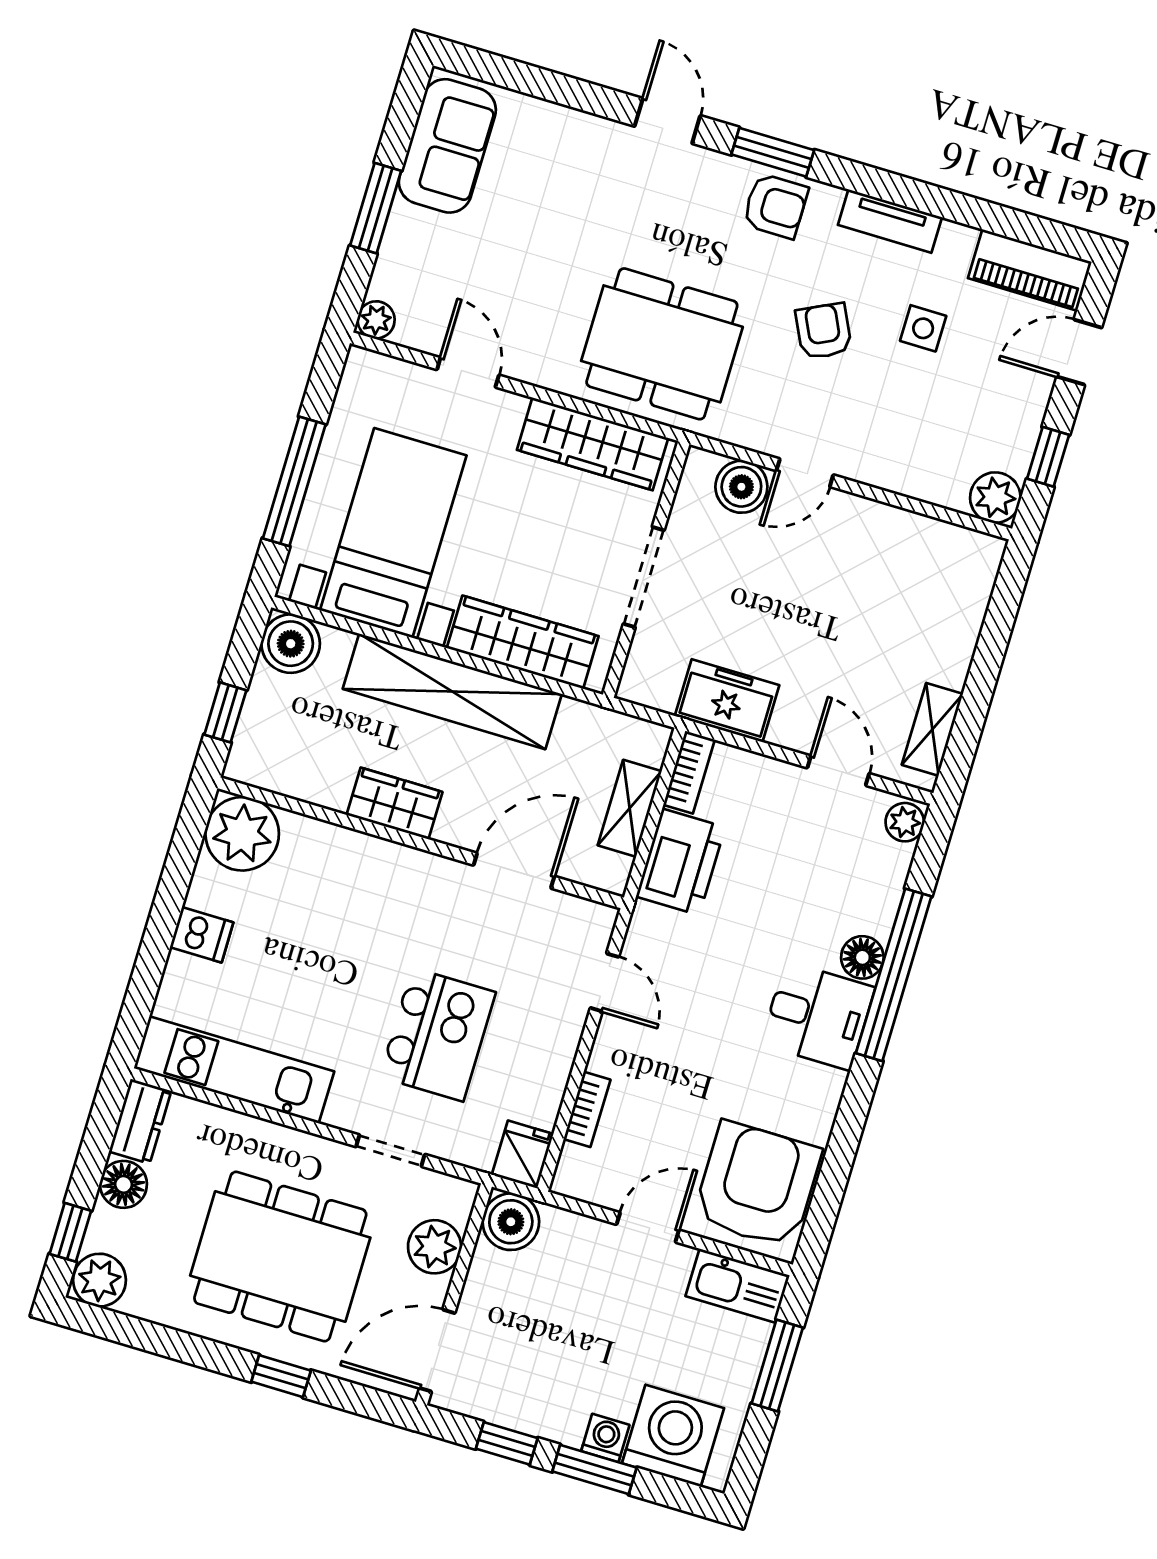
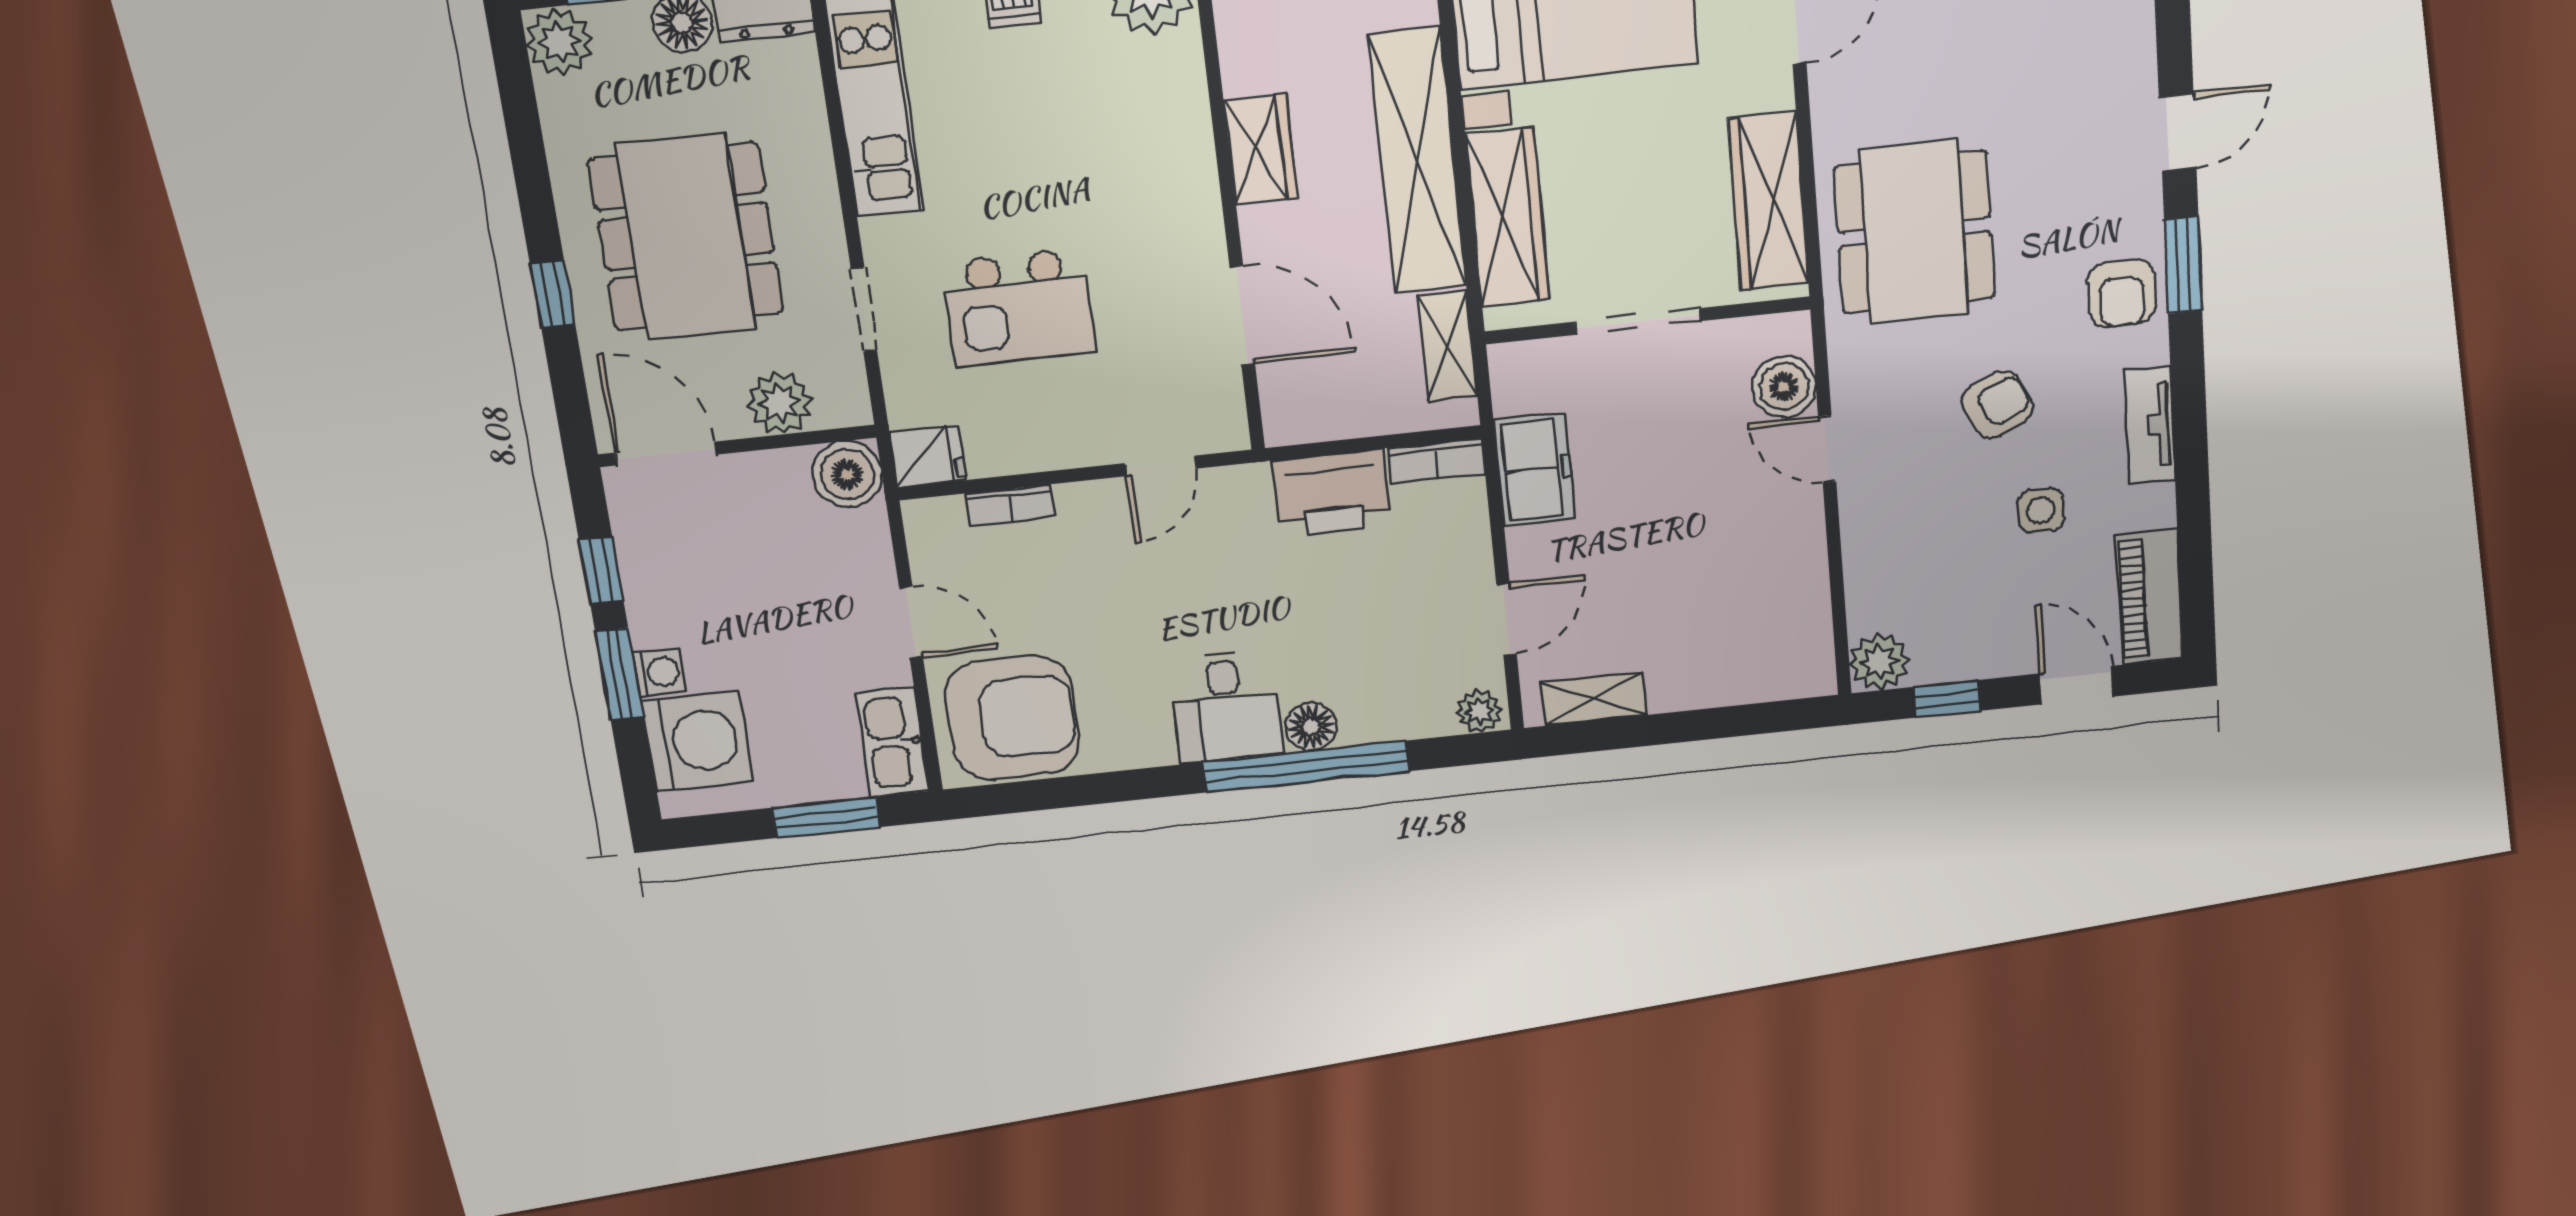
shelving: (630, 808) -> (1447, 346), moved, turned 90

